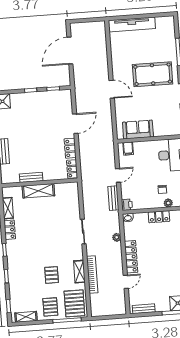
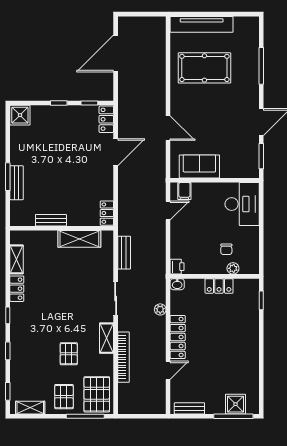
pool table: (153, 74) -> (204, 68), moved
door: (112, 89) -> (168, 128), moved
locker: (70, 148) -> (106, 119), moved
door: (118, 175) -> (168, 211), moved
shelving: (38, 191) -> (79, 239), moved
bench: (113, 198) -> (124, 253), moved
shelving: (79, 272) -> (107, 338), moved

